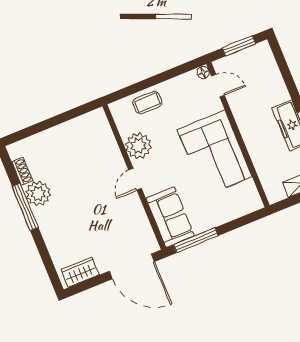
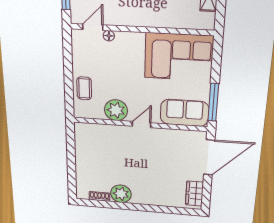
floor lamp: (203, 73) -> (109, 36), moved
corner sofa: (215, 153) -> (179, 57), moved
door: (135, 179) -> (141, 124), swing flipped
window: (25, 207) -> (127, 206), removed

